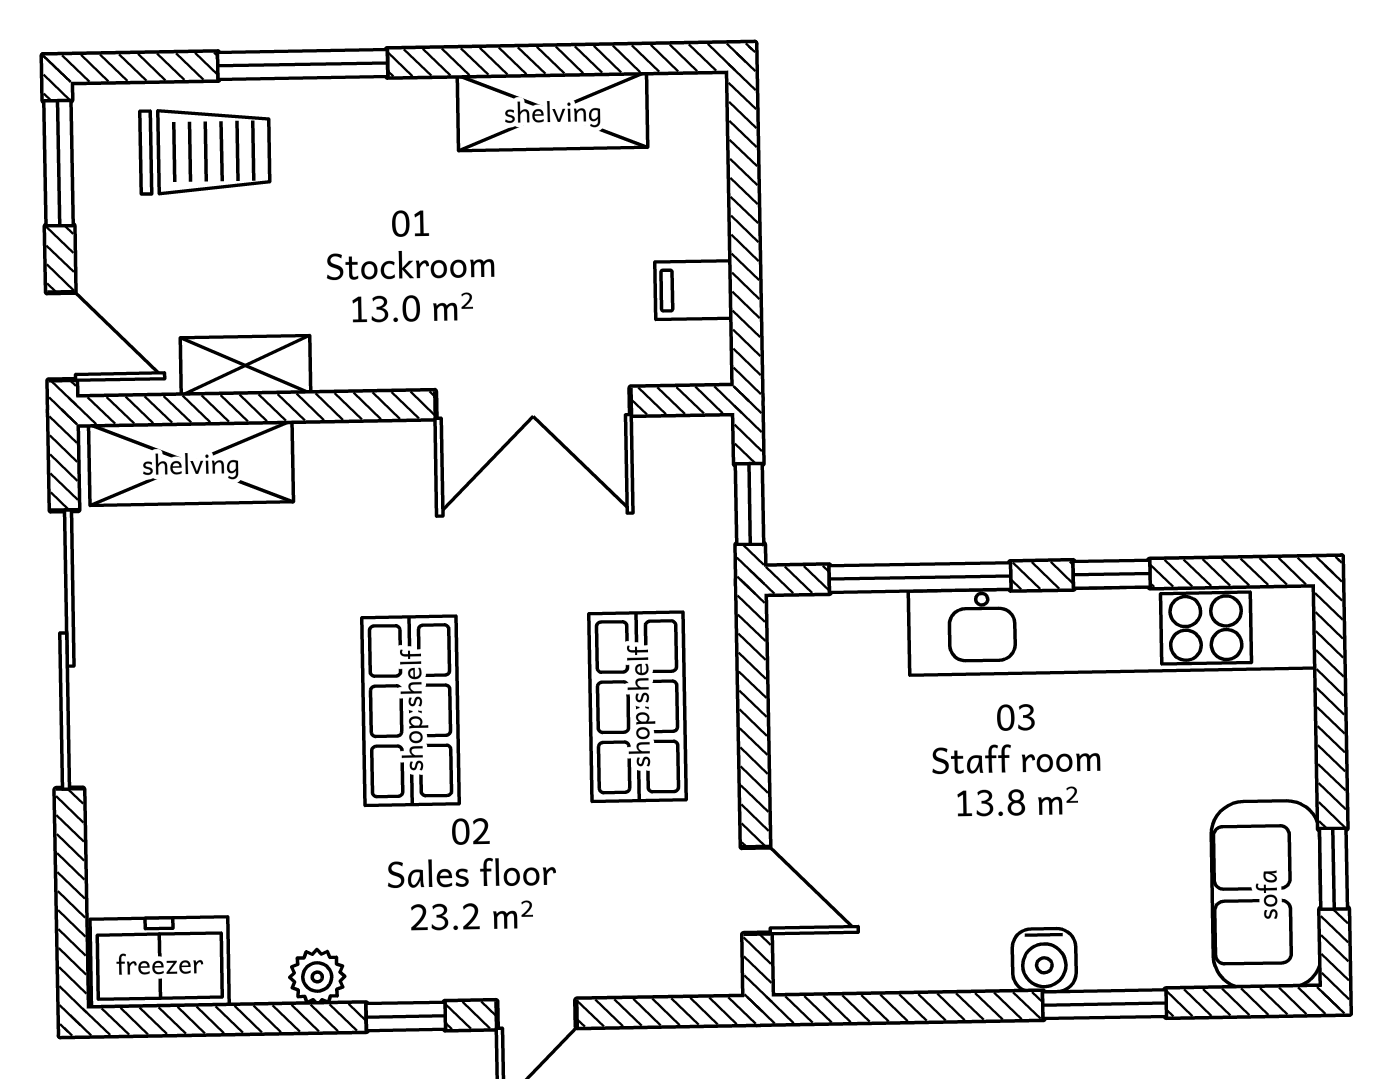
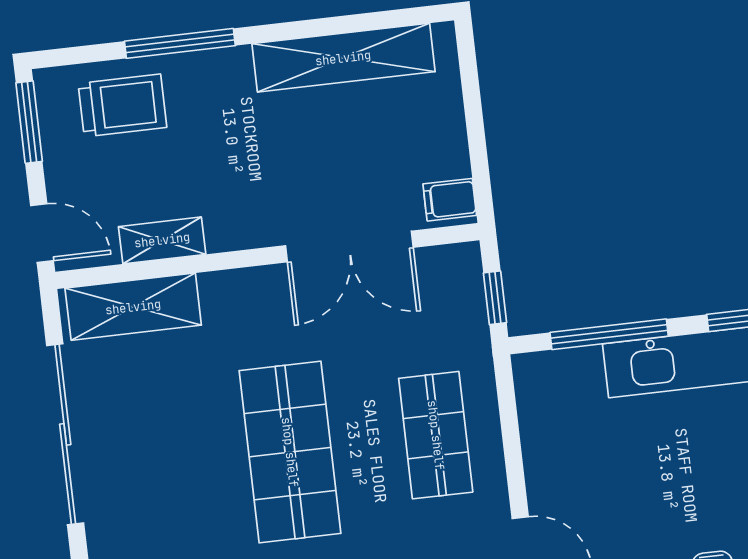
shelving: (553, 111) -> (343, 58), width x1.47
filing cabinet: (694, 290) -> (450, 200), moved
shop shelf: (411, 711) -> (290, 452), width x1.43, depth x1.36

